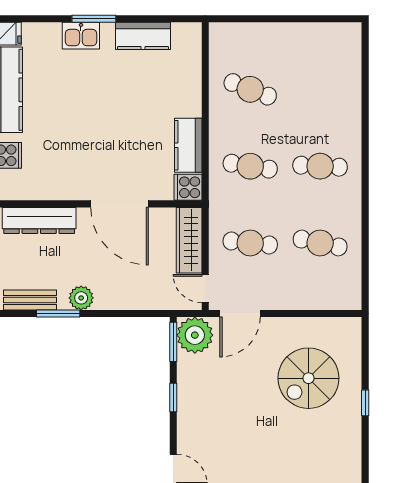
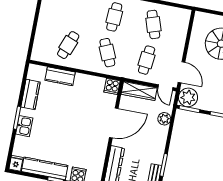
kitchen counter: (188, 145) -> (60, 76), moved
cafe table: (250, 166) -> (107, 53), turned -33
cafe table: (320, 243) -> (153, 24), turned -30
door: (205, 289) -> (165, 88), hinge flipped
plant: (81, 298) -> (164, 119), moved

